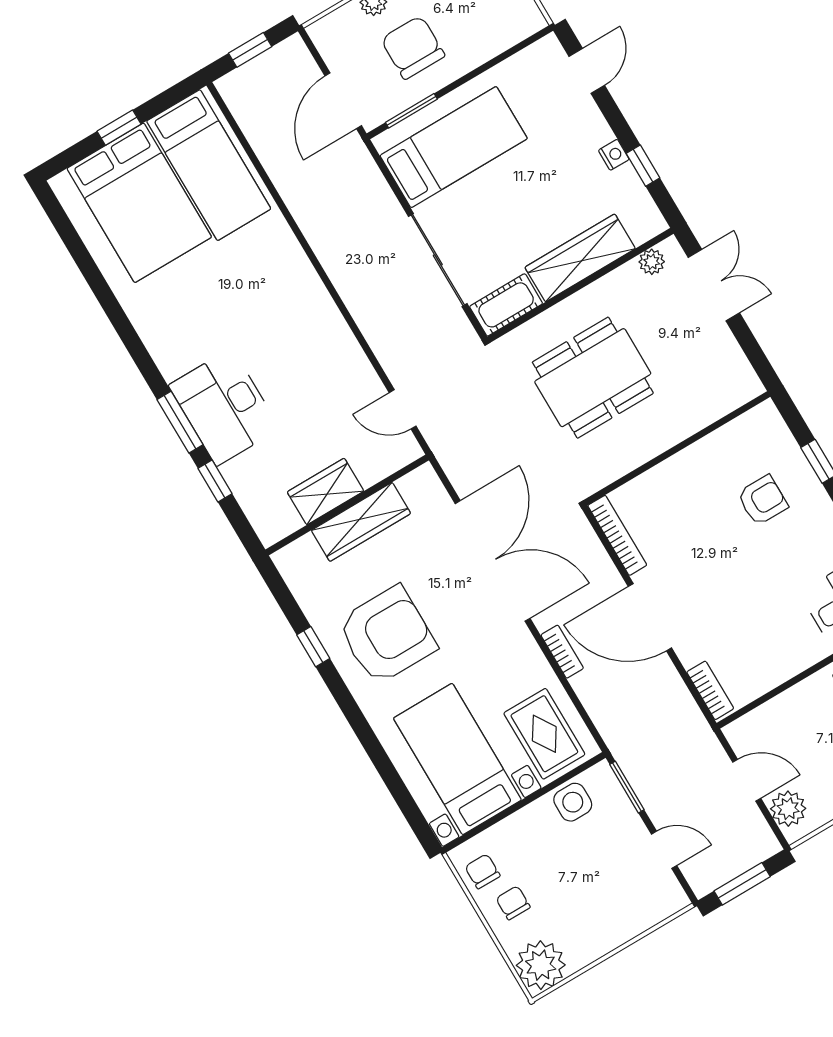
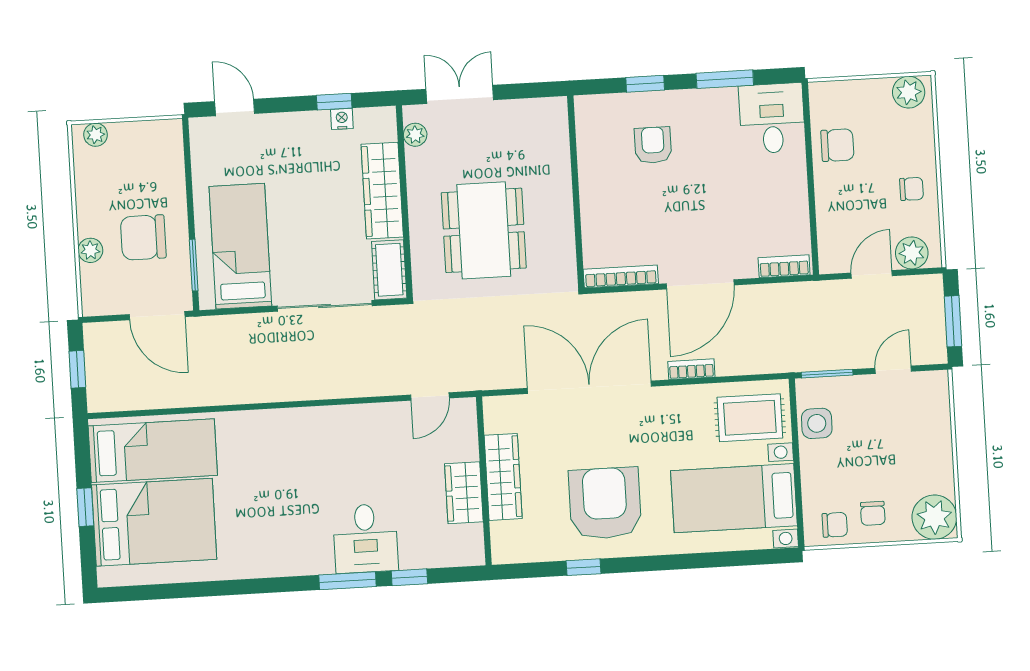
nightstand: (614, 155) -> (342, 119), moved
desk: (224, 407) -> (365, 538), width x0.73
chair: (482, 871) -> (835, 525), turned 180
chair: (513, 903) -> (873, 513), turned -90

